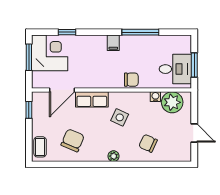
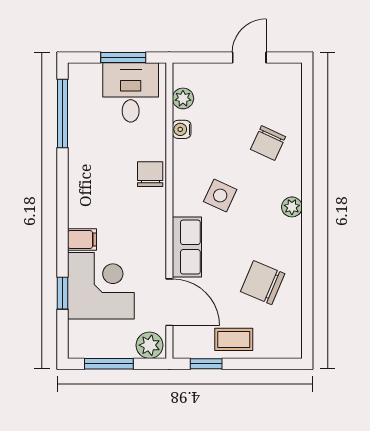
window: (140, 32) -> (62, 113), moved
filing cabinet: (113, 43) -> (82, 240), moved
corner desk: (50, 53) -> (101, 286), moved, turned 90
plant: (39, 79) -> (150, 345), added
plant: (172, 102) -> (183, 98), width x0.53, depth x0.53
coffee table: (40, 147) -> (234, 339), moved

